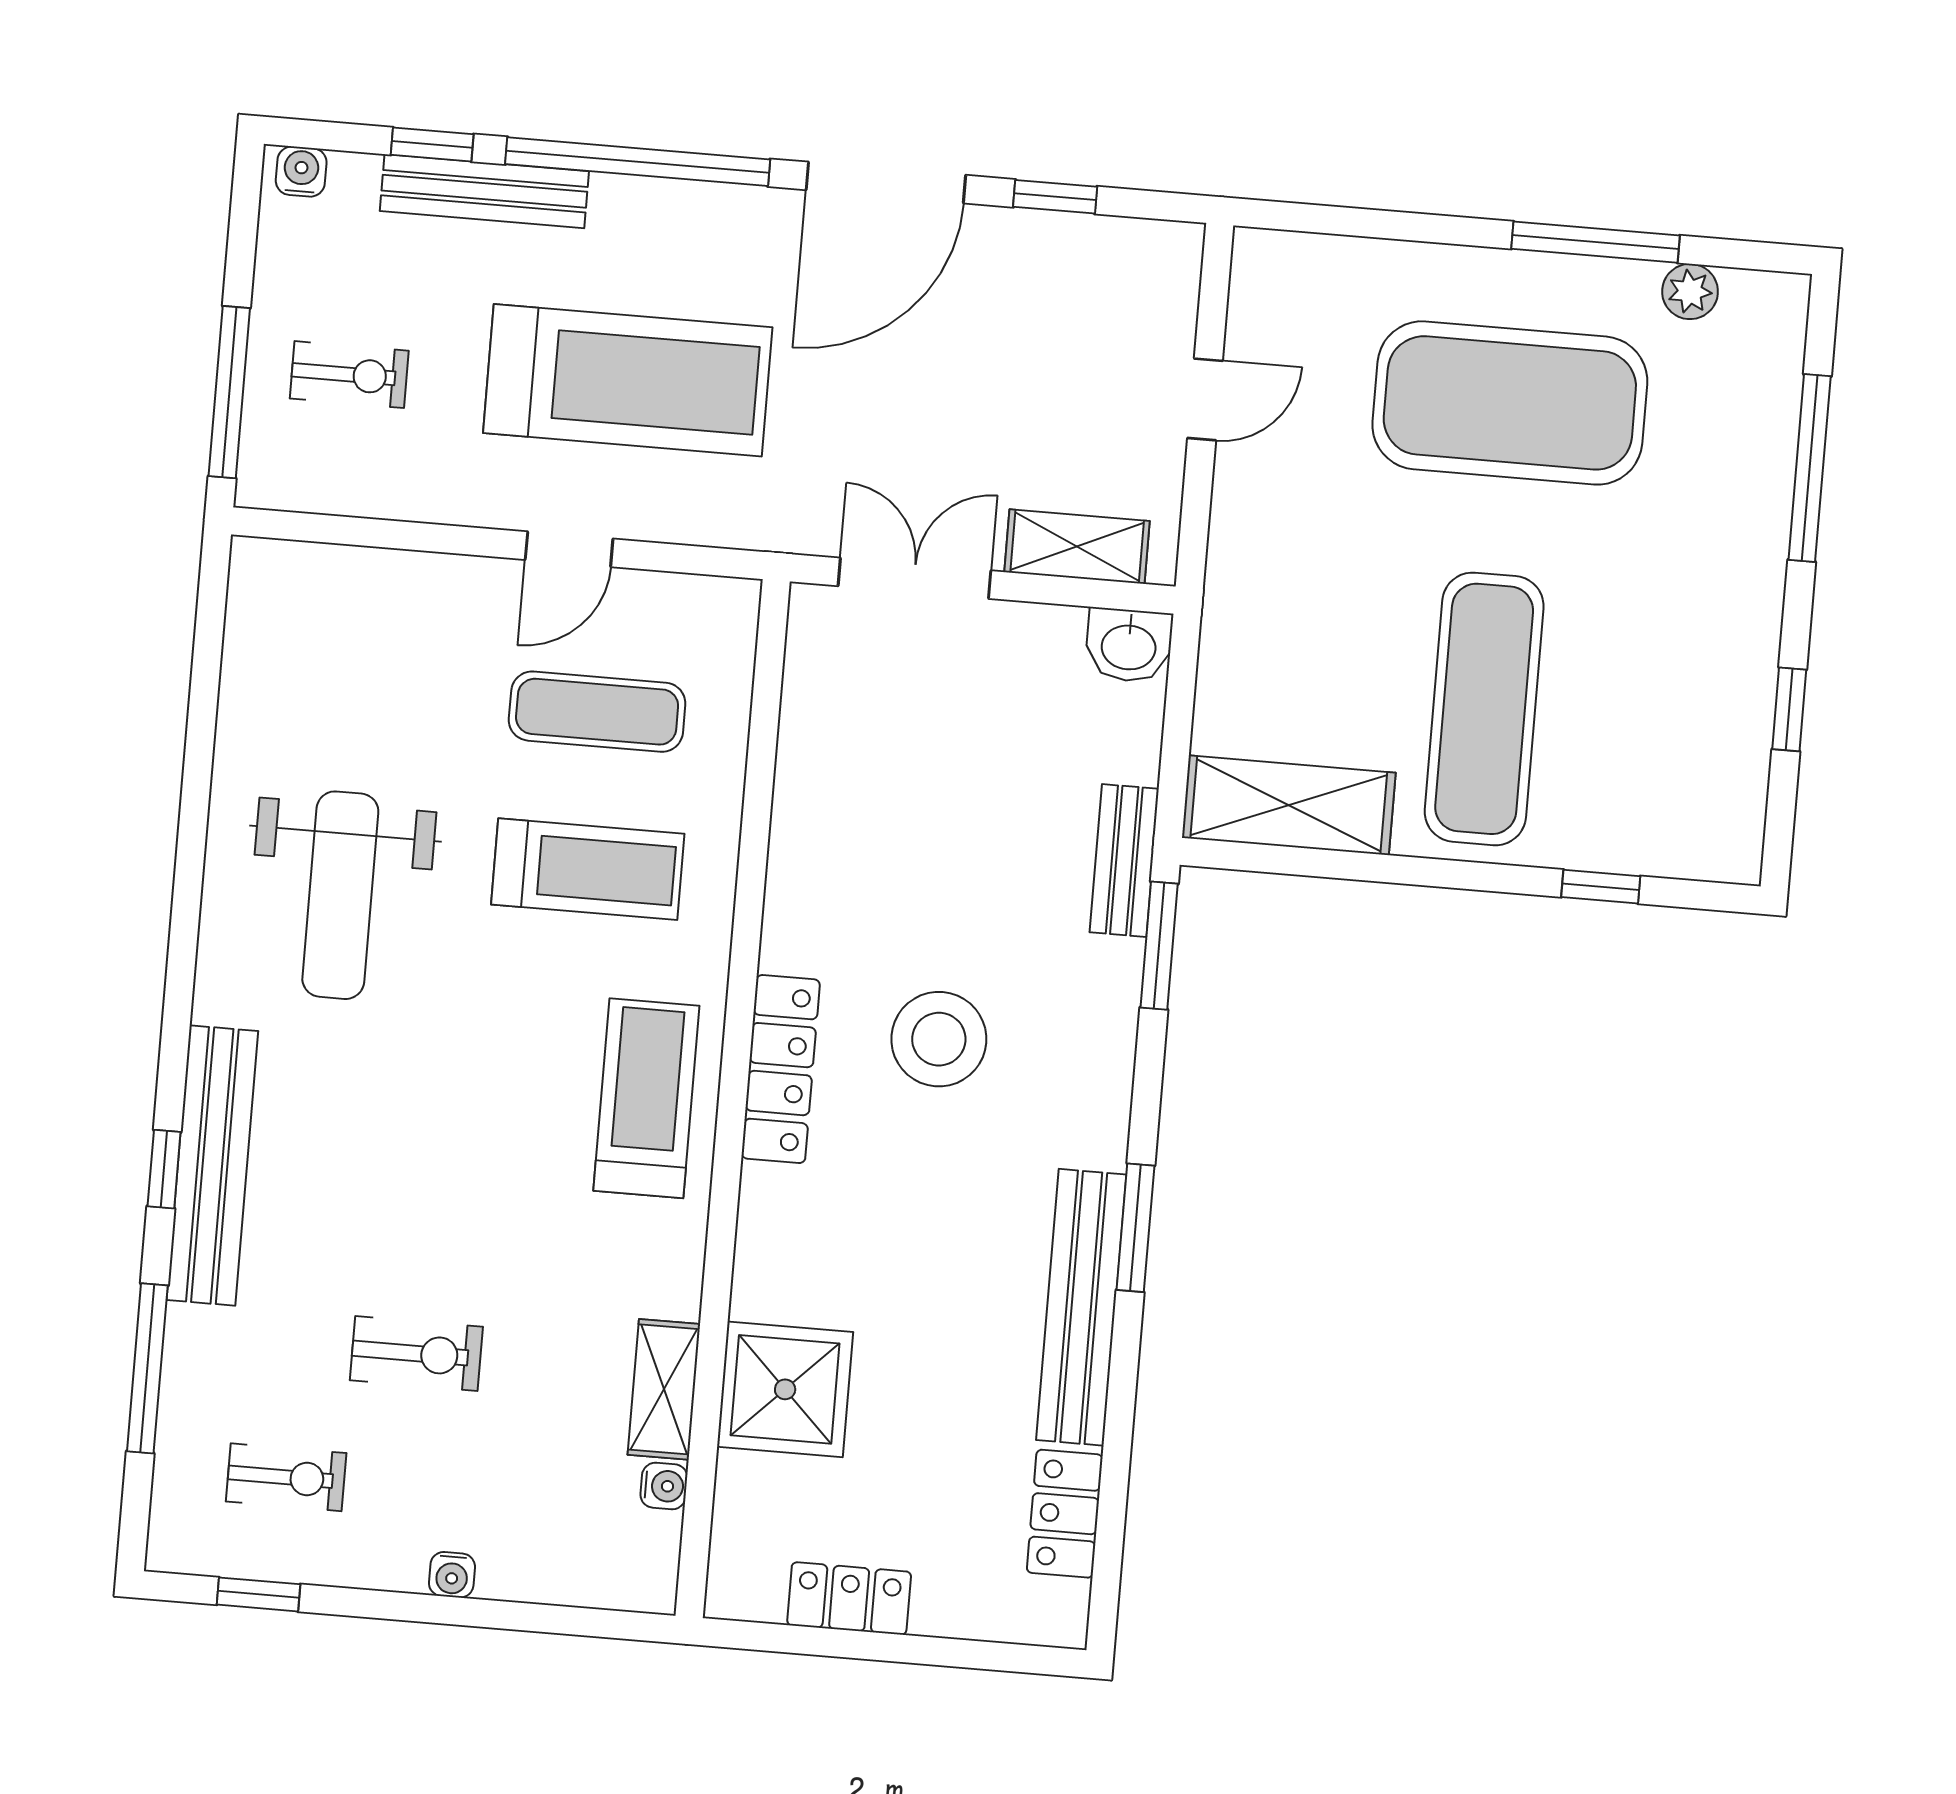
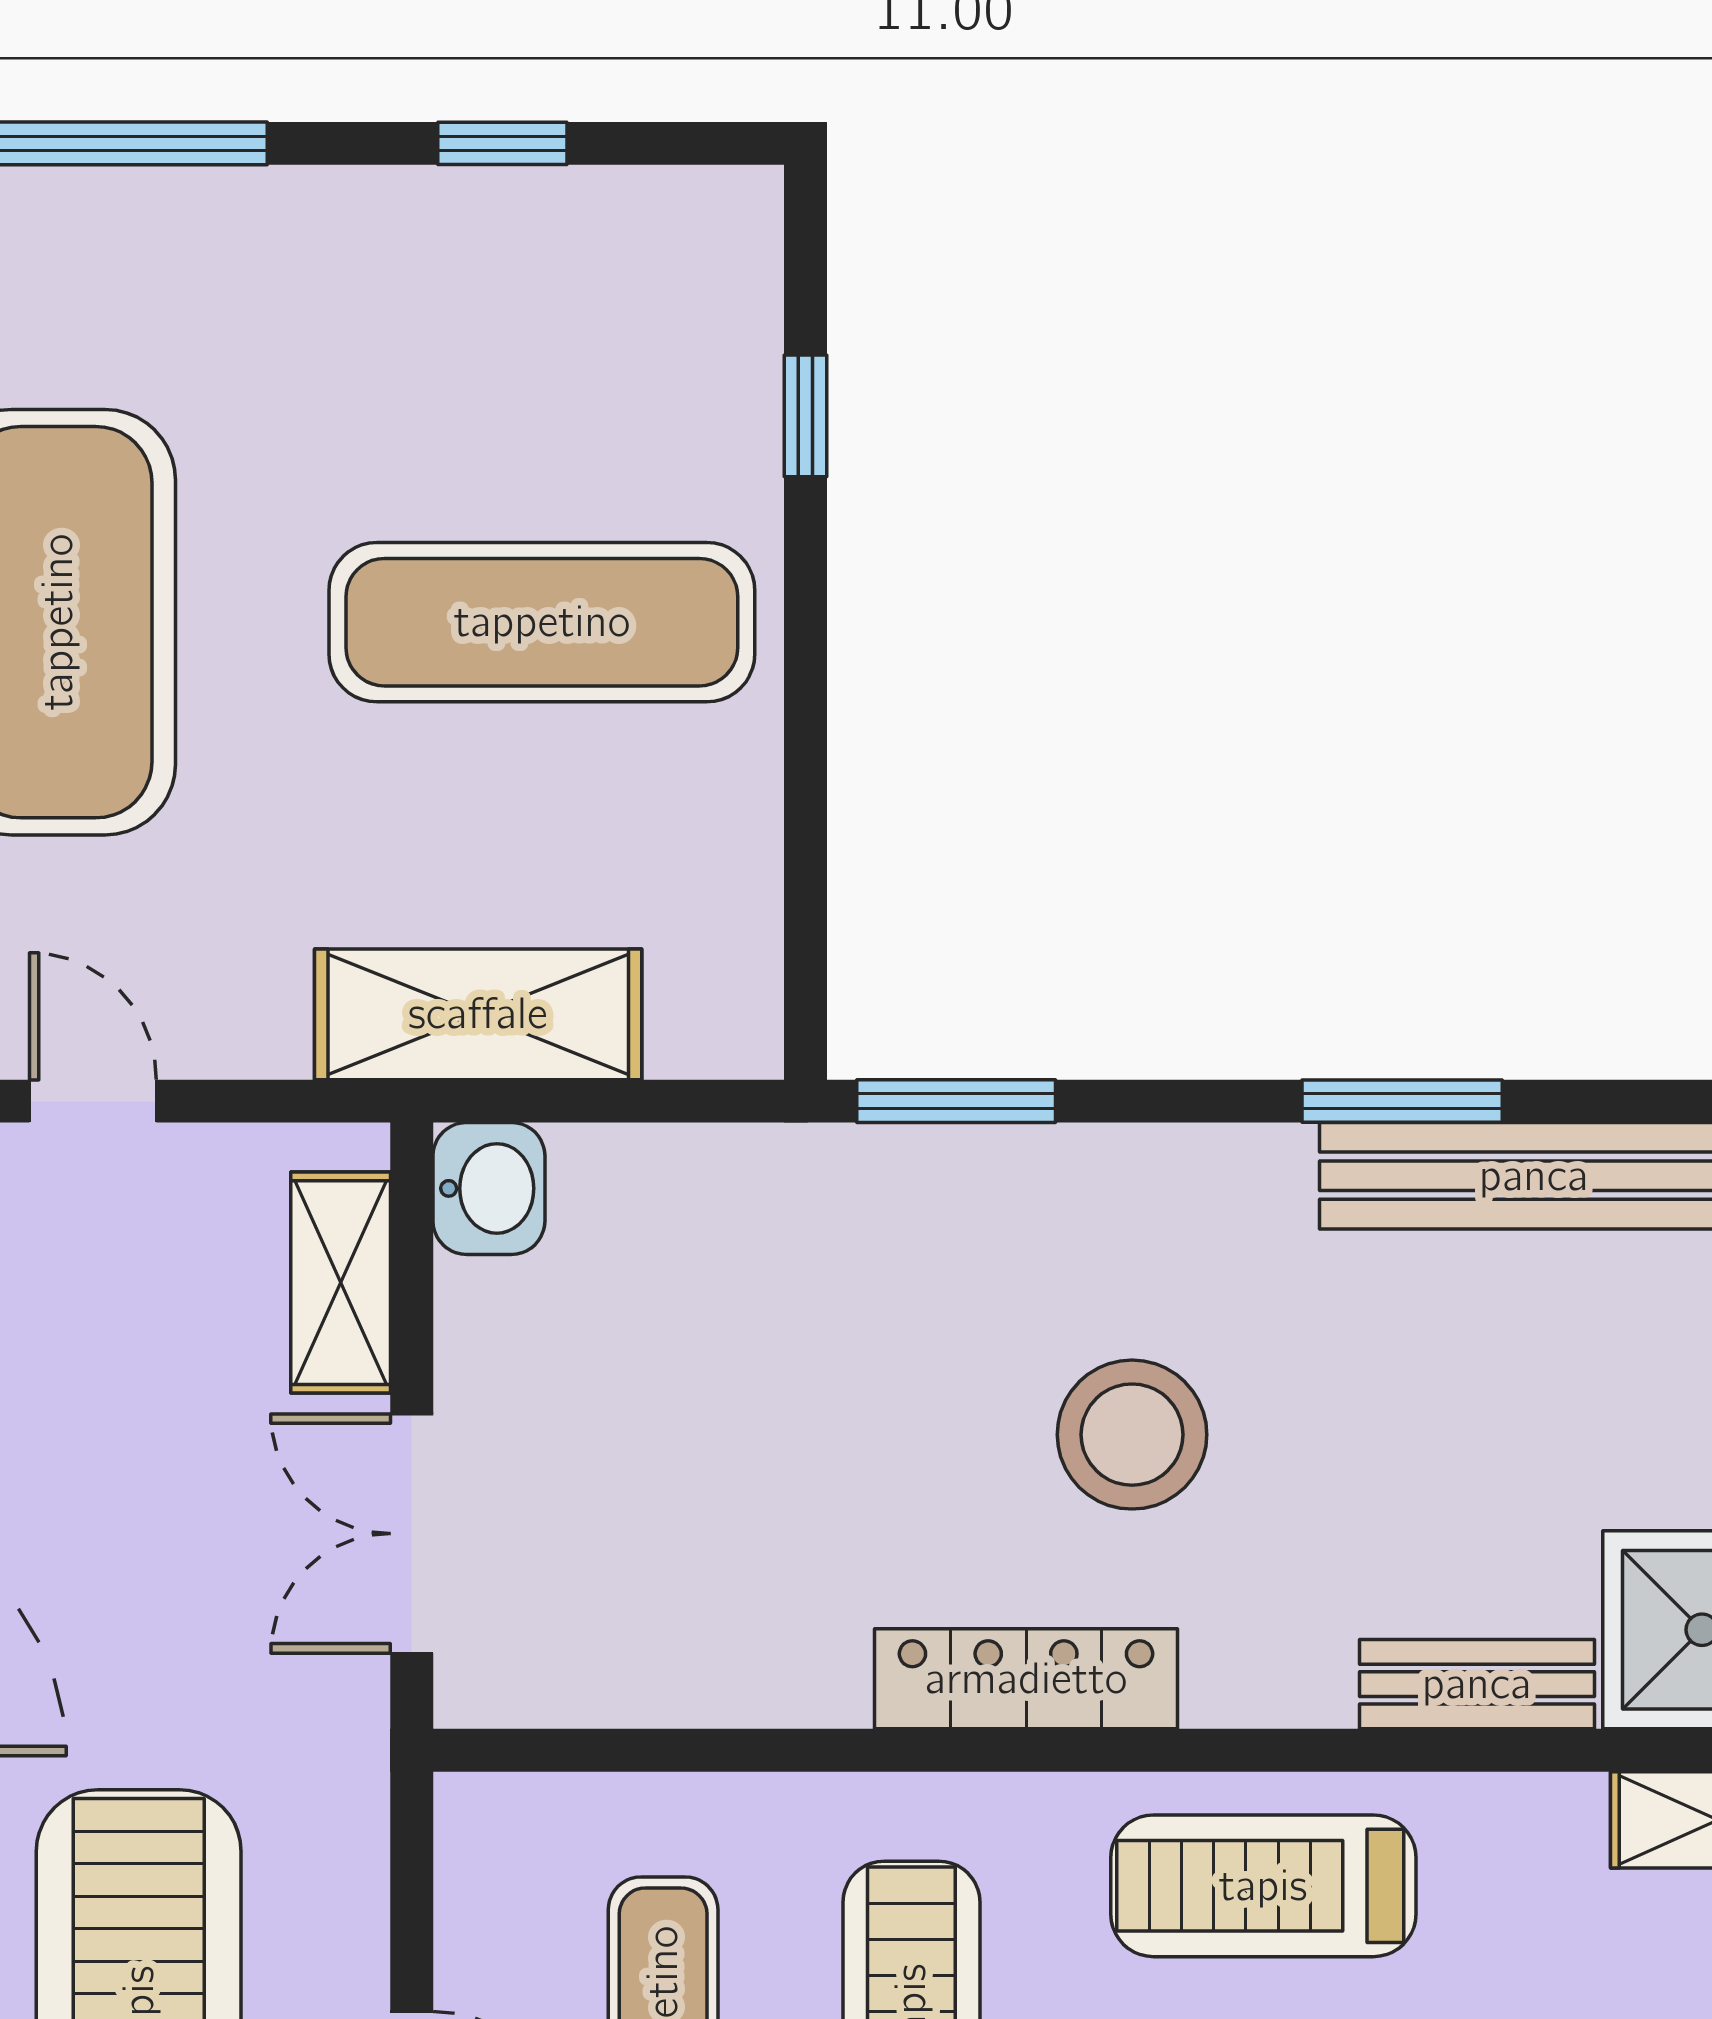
shelving: (1289, 805) -> (478, 1014), moved, turned 90
bench: (1124, 861) -> (1477, 1684), moved
locker: (781, 1069) -> (1026, 1679), moved

